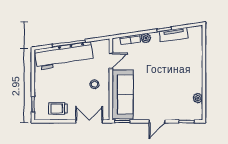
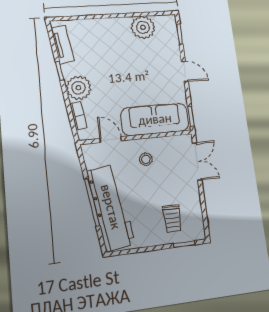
tv unit: (174, 35) -> (63, 44), moved
plant: (146, 38) -> (79, 88), width x1.88, depth x1.88
plant: (198, 98) -> (143, 27), width x1.88, depth x1.88
trolley: (58, 108) -> (172, 218), moved
double door: (89, 121) -> (197, 161), swing flipped

